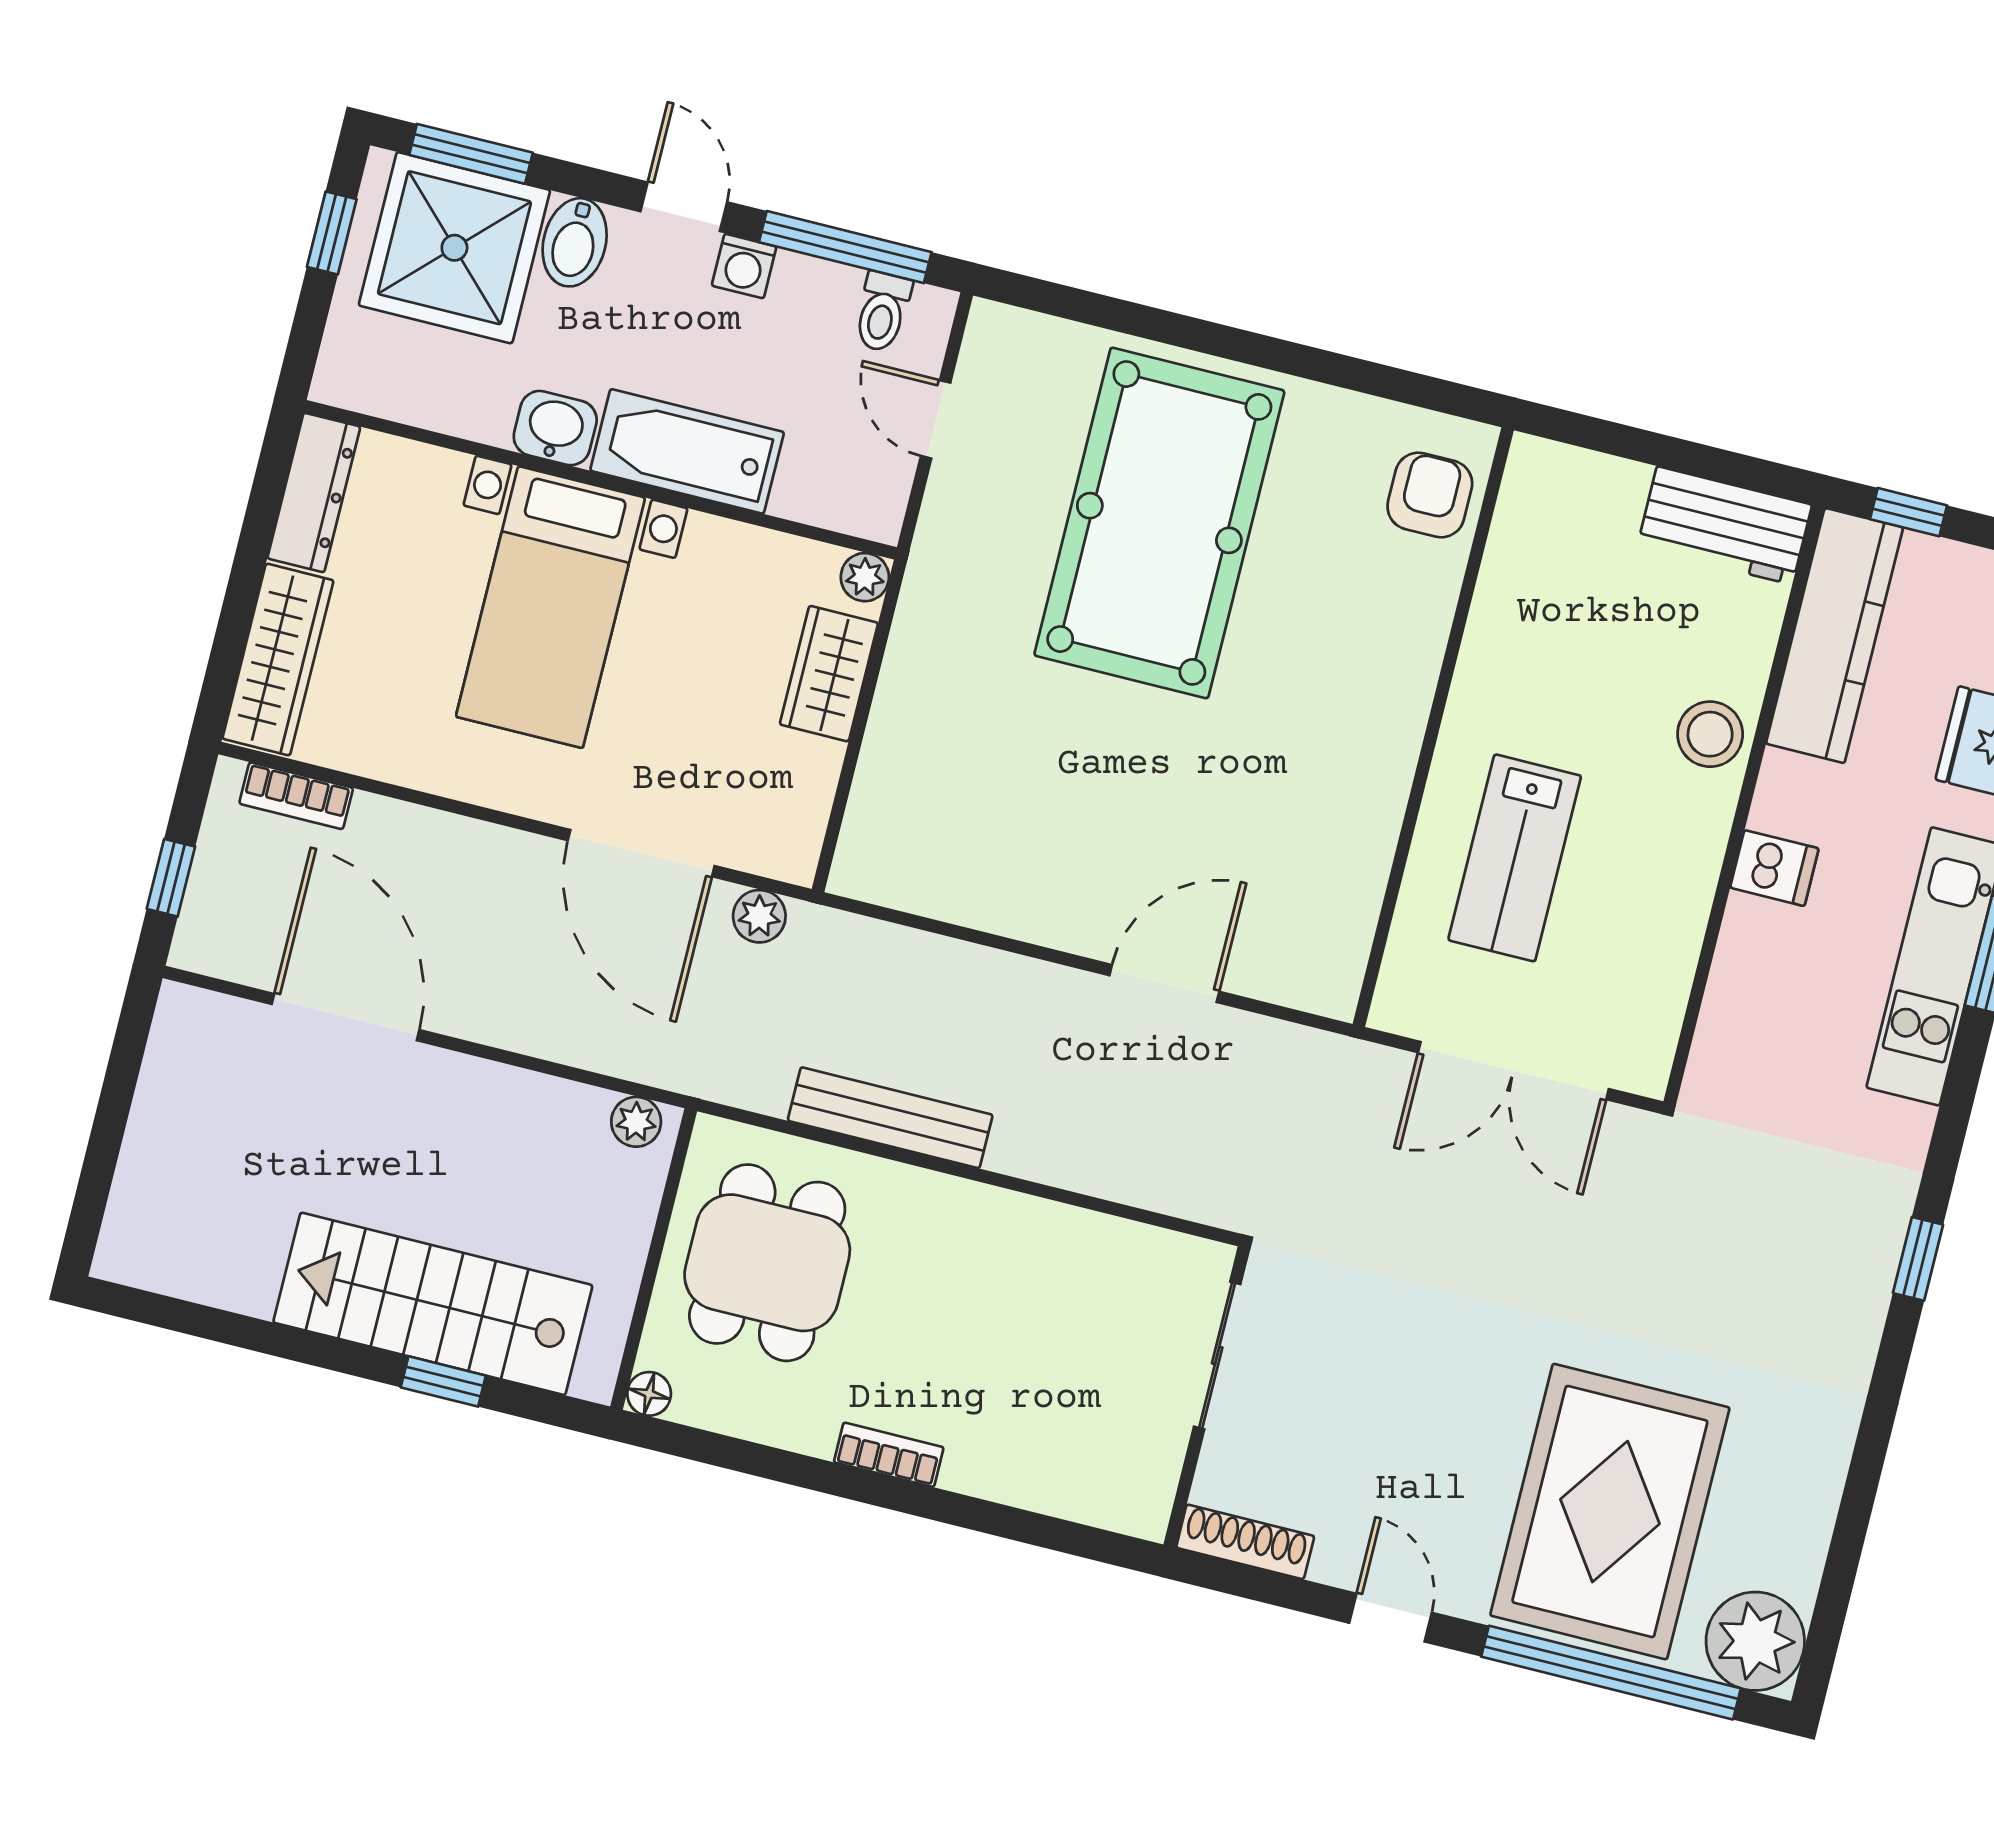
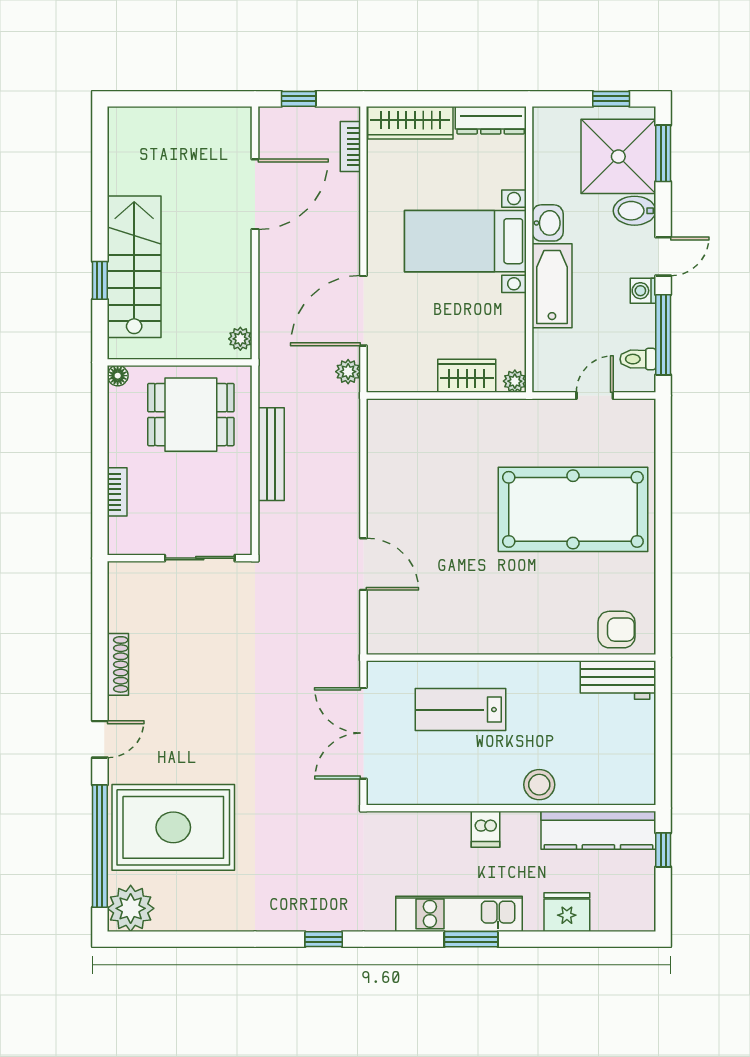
workbench: (1725, 525) -> (618, 680), moved, turned -90
sliding door: (1217, 1355) -> (200, 558), moved
wall: (1207, 1397) -> (180, 558), moved

